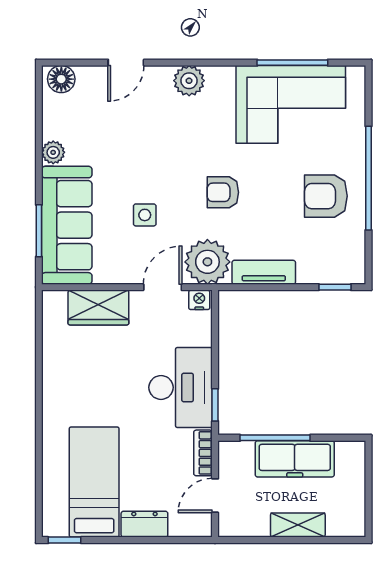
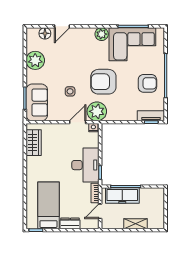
floor lamp: (61, 79) -> (45, 33), moved
plant: (189, 81) -> (102, 34), moved
plant: (53, 152) -> (35, 60), width x1.88, depth x1.88
armchair: (223, 192) -> (103, 82), width x1.88, depth x1.88
armchair: (326, 196) -> (147, 83), turned 180
sofa: (67, 225) -> (37, 102), width x0.73
tv unit: (264, 272) -> (151, 116), moved
wardrobe: (98, 307) -> (34, 143), moved, turned -90
freezer: (295, 459) -> (122, 196), moved

